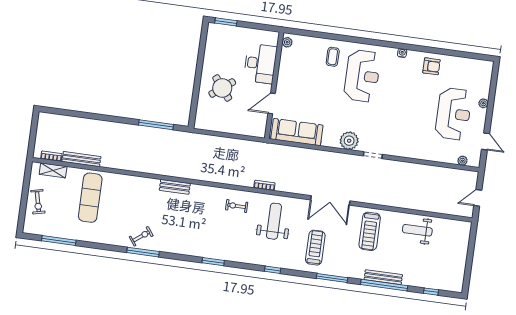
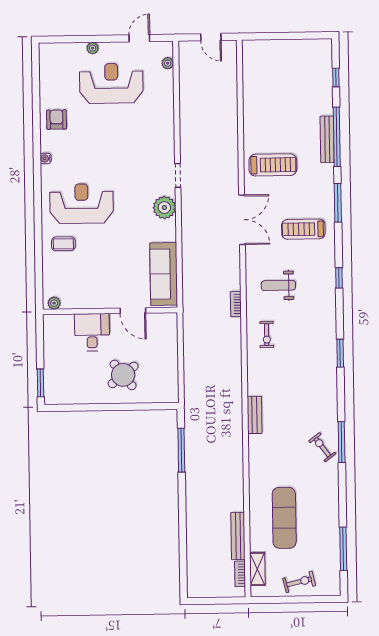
desk: (260, 64) -> (92, 332), width x0.73
exercise mat: (90, 198) -> (284, 518), turned 90
weight bench: (274, 221) -> (278, 285), width x0.73, depth x0.75
weight bench: (417, 230) -> (263, 106), removed

